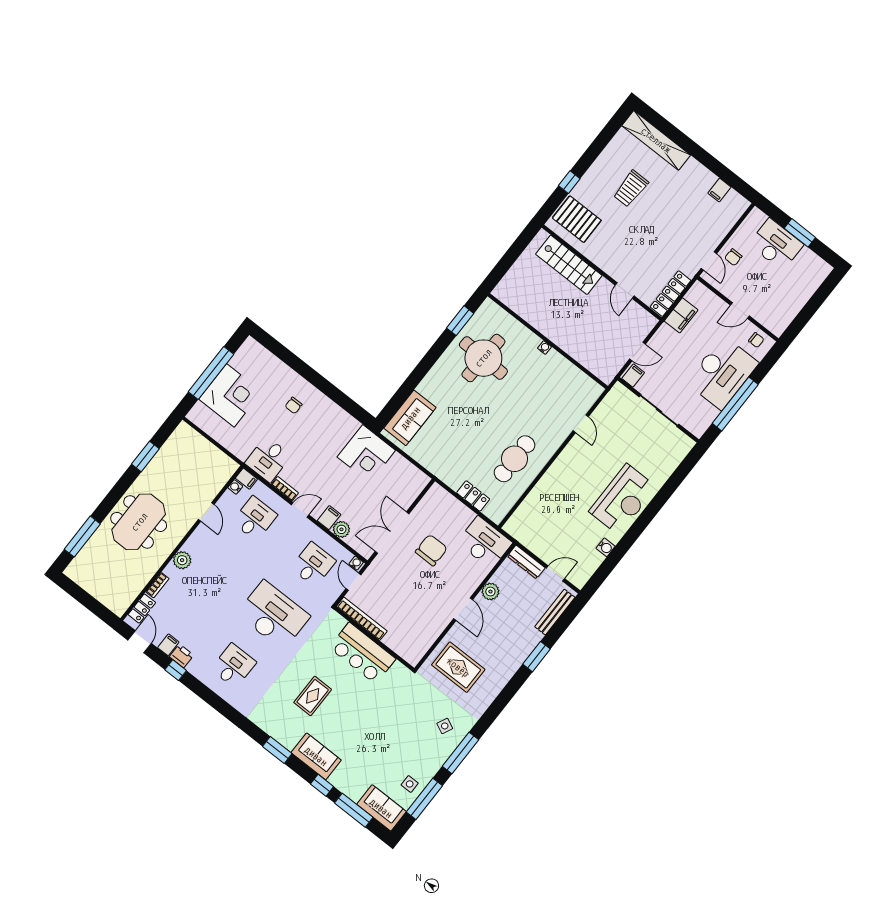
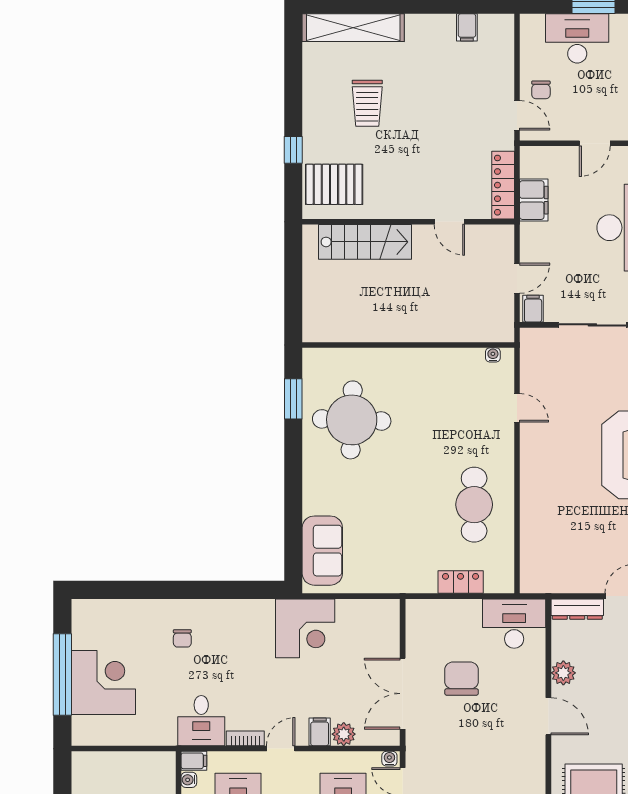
water cooler: (544, 347) -> (493, 355), moved

